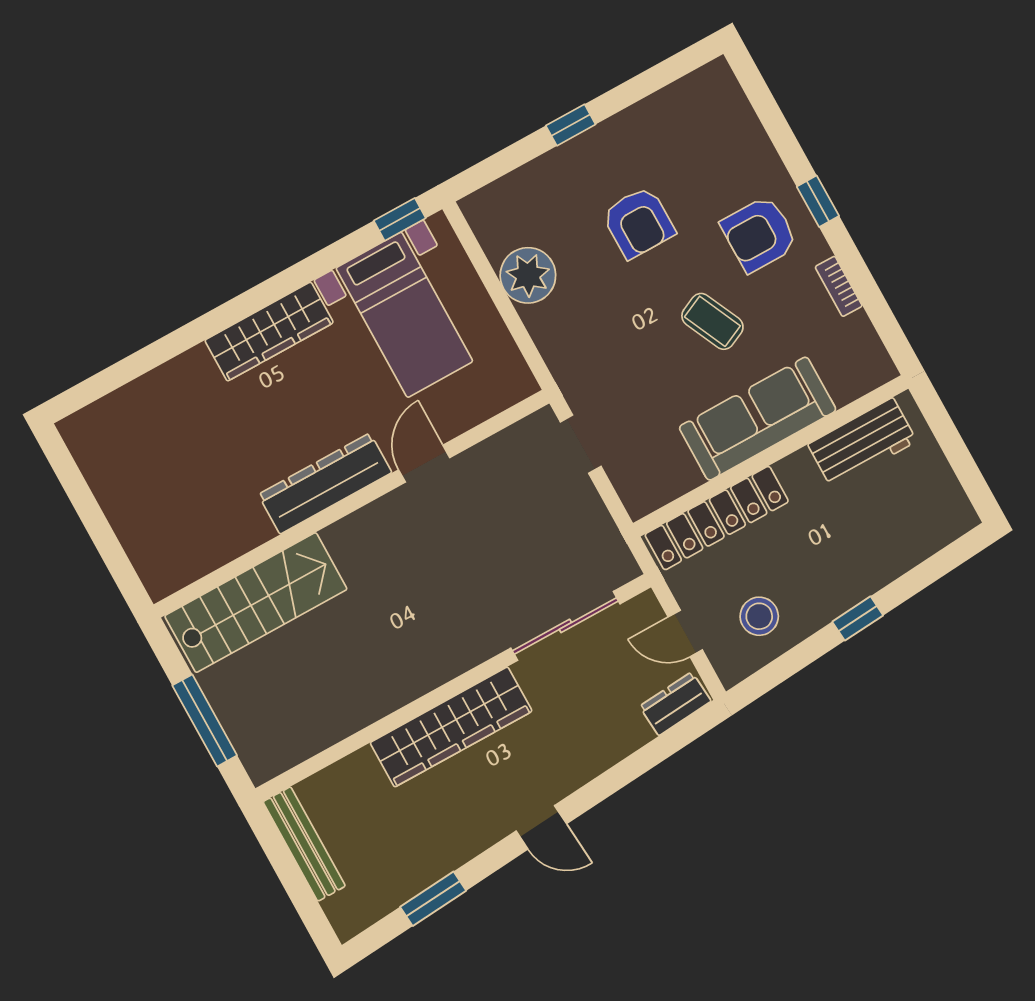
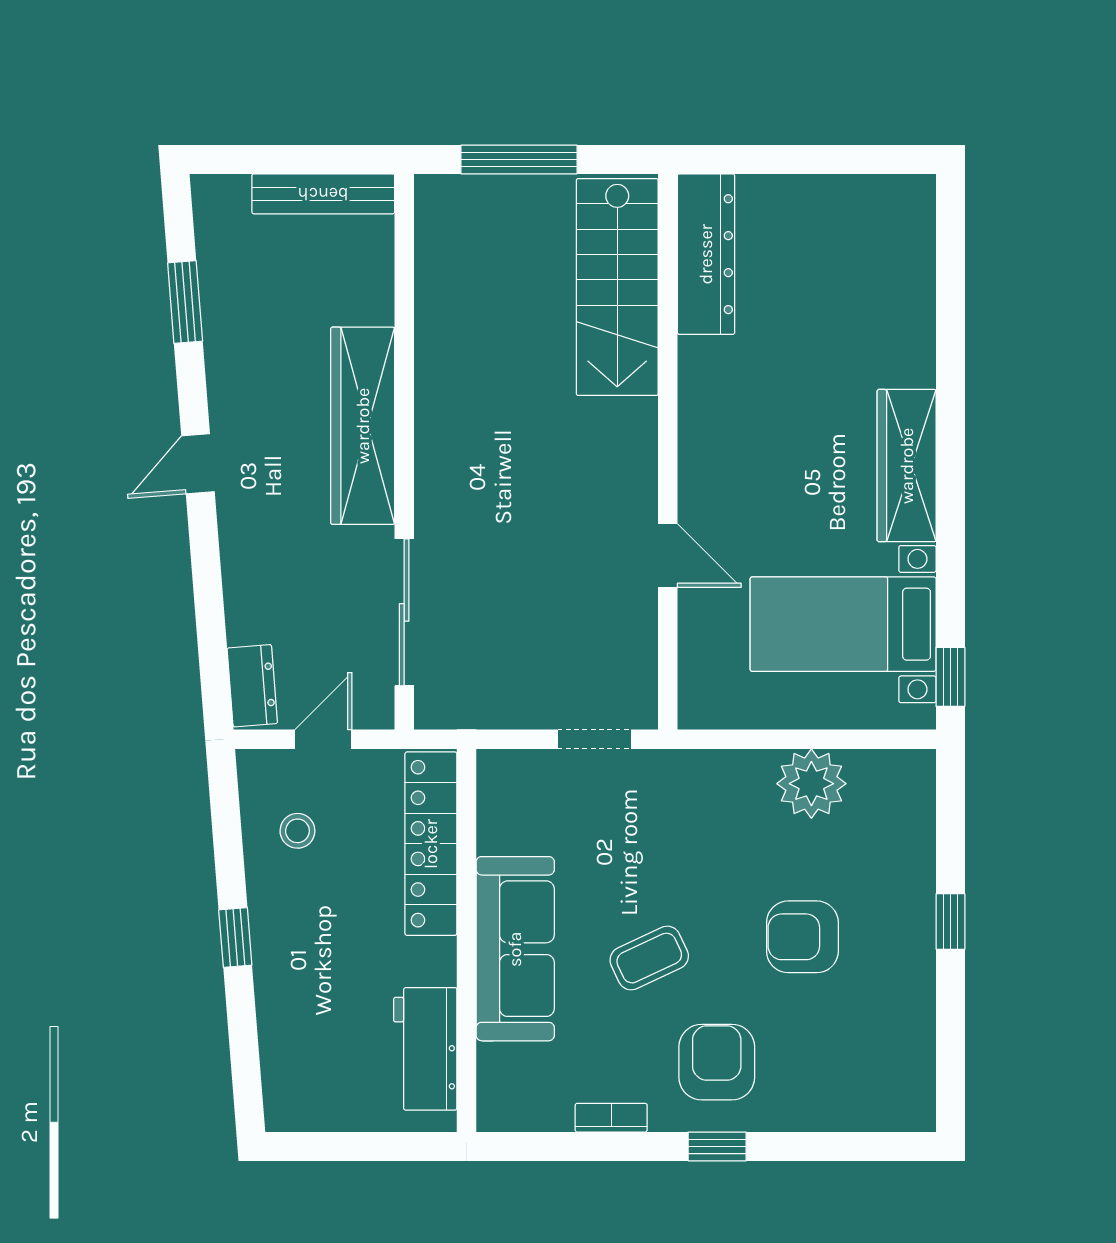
dresser: (325, 484) -> (706, 254), moved
stool: (759, 616) -> (297, 831), width x0.73, depth x0.73

